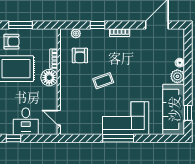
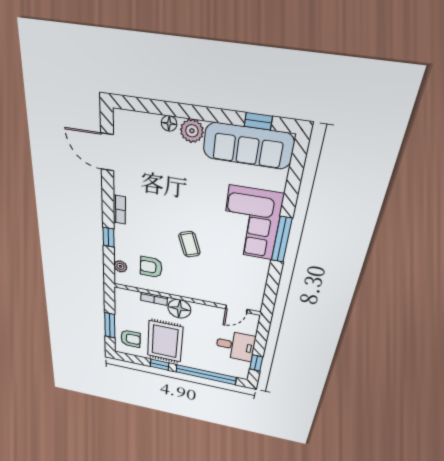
armchair: (11, 42) -> (131, 339), turned 90
armchair: (80, 56) -> (151, 267), turned 180

